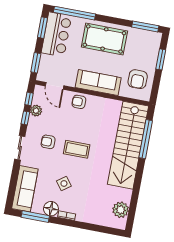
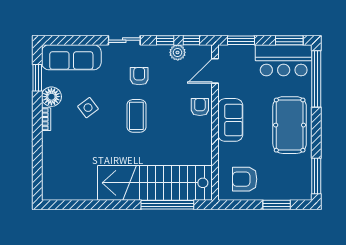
sofa: (98, 83) -> (230, 120), width x0.73
plant: (121, 210) -> (67, 189), removed
window: (35, 216) -> (37, 78), width x0.69

